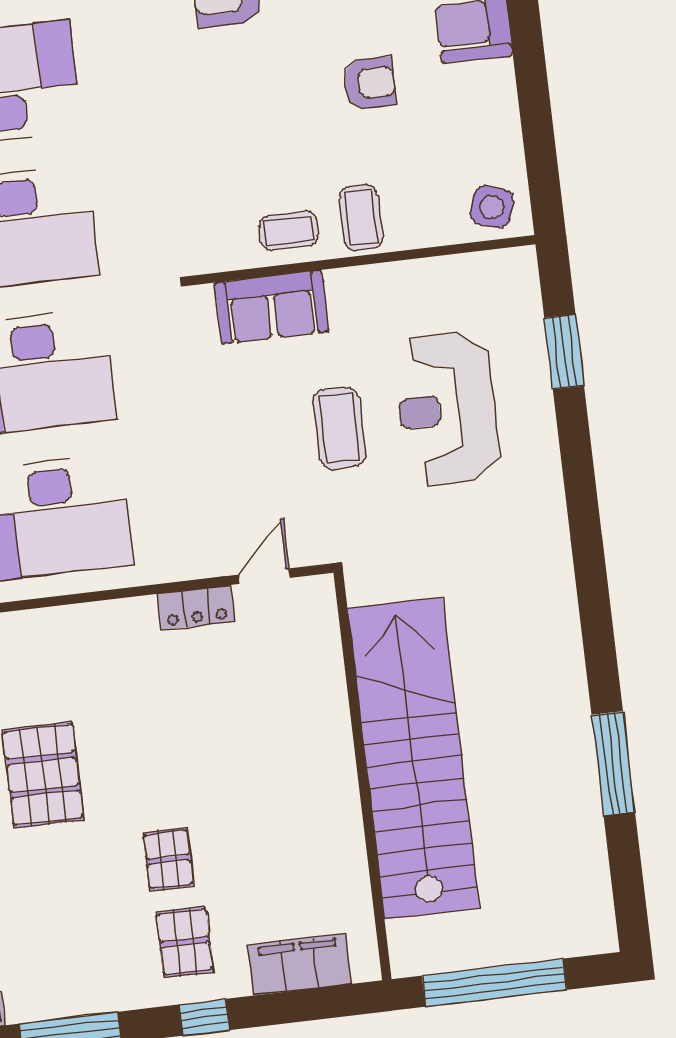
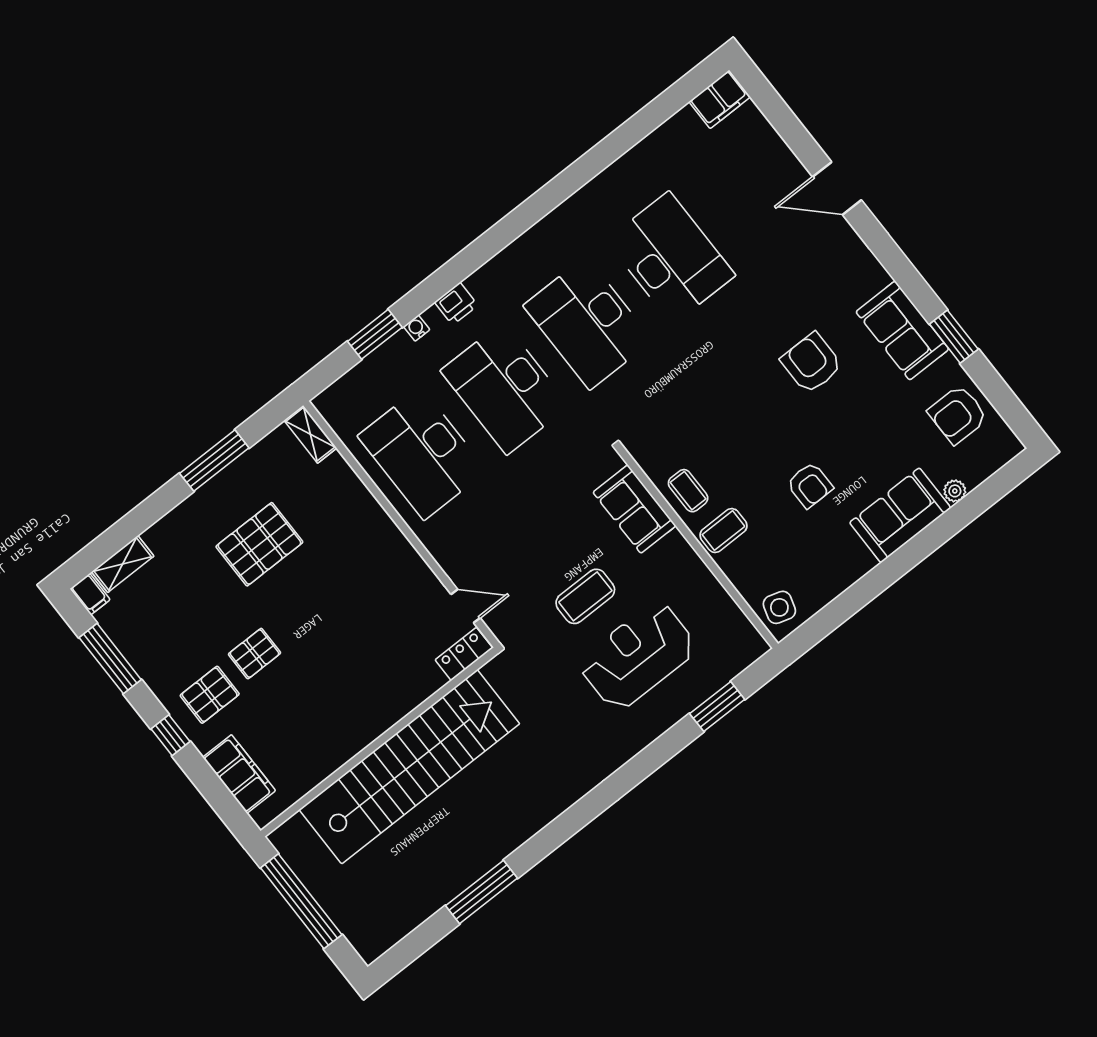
locker: (196, 608) -> (464, 654), moved, turned 90

